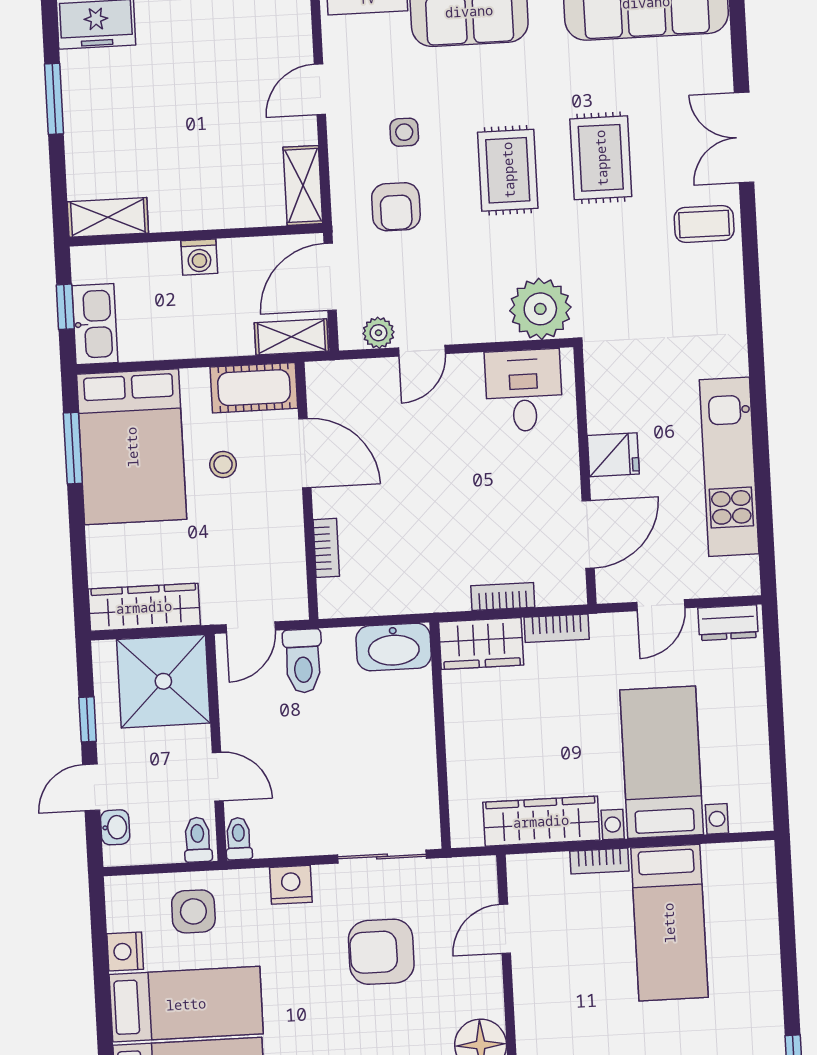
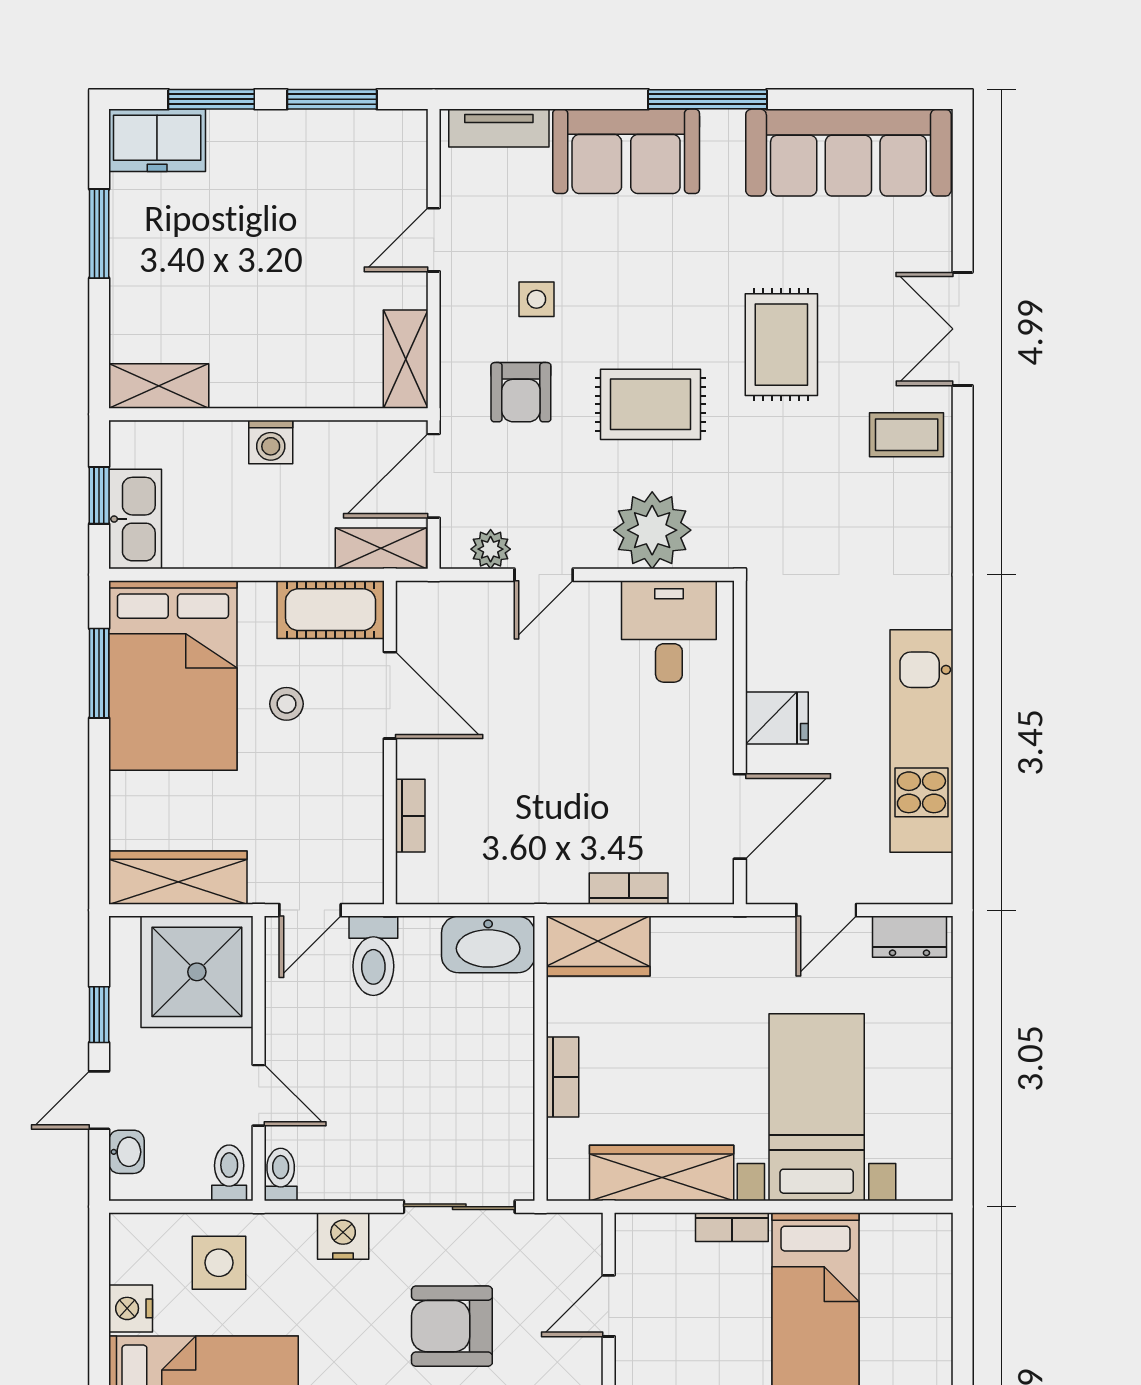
rug: (508, 170) -> (650, 404), moved, turned 90
plant: (540, 309) -> (652, 530), moved
bookcase: (557, 628) -> (562, 1077), moved, turned -90

